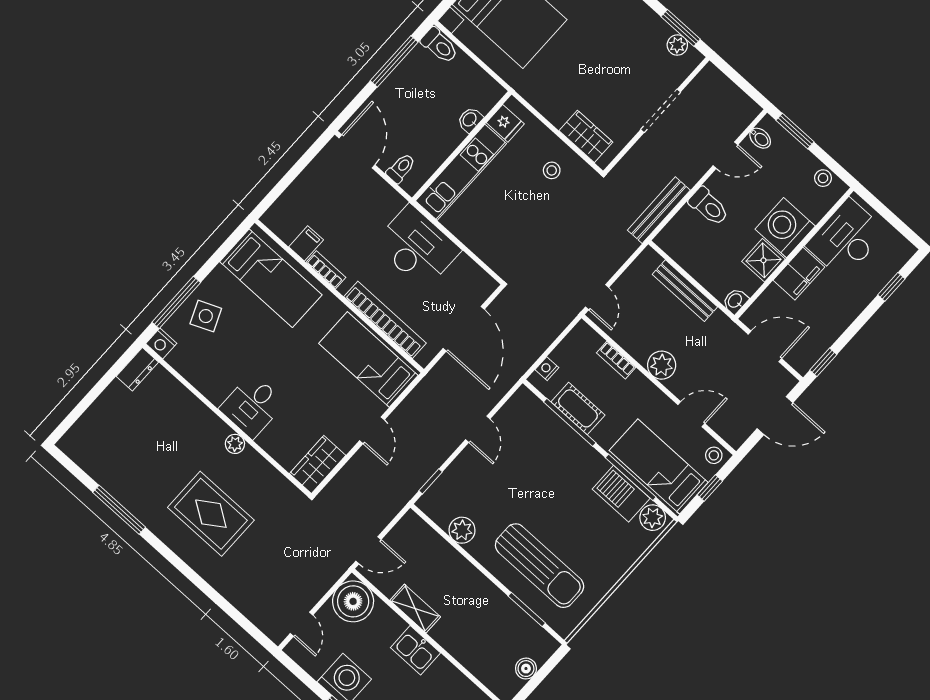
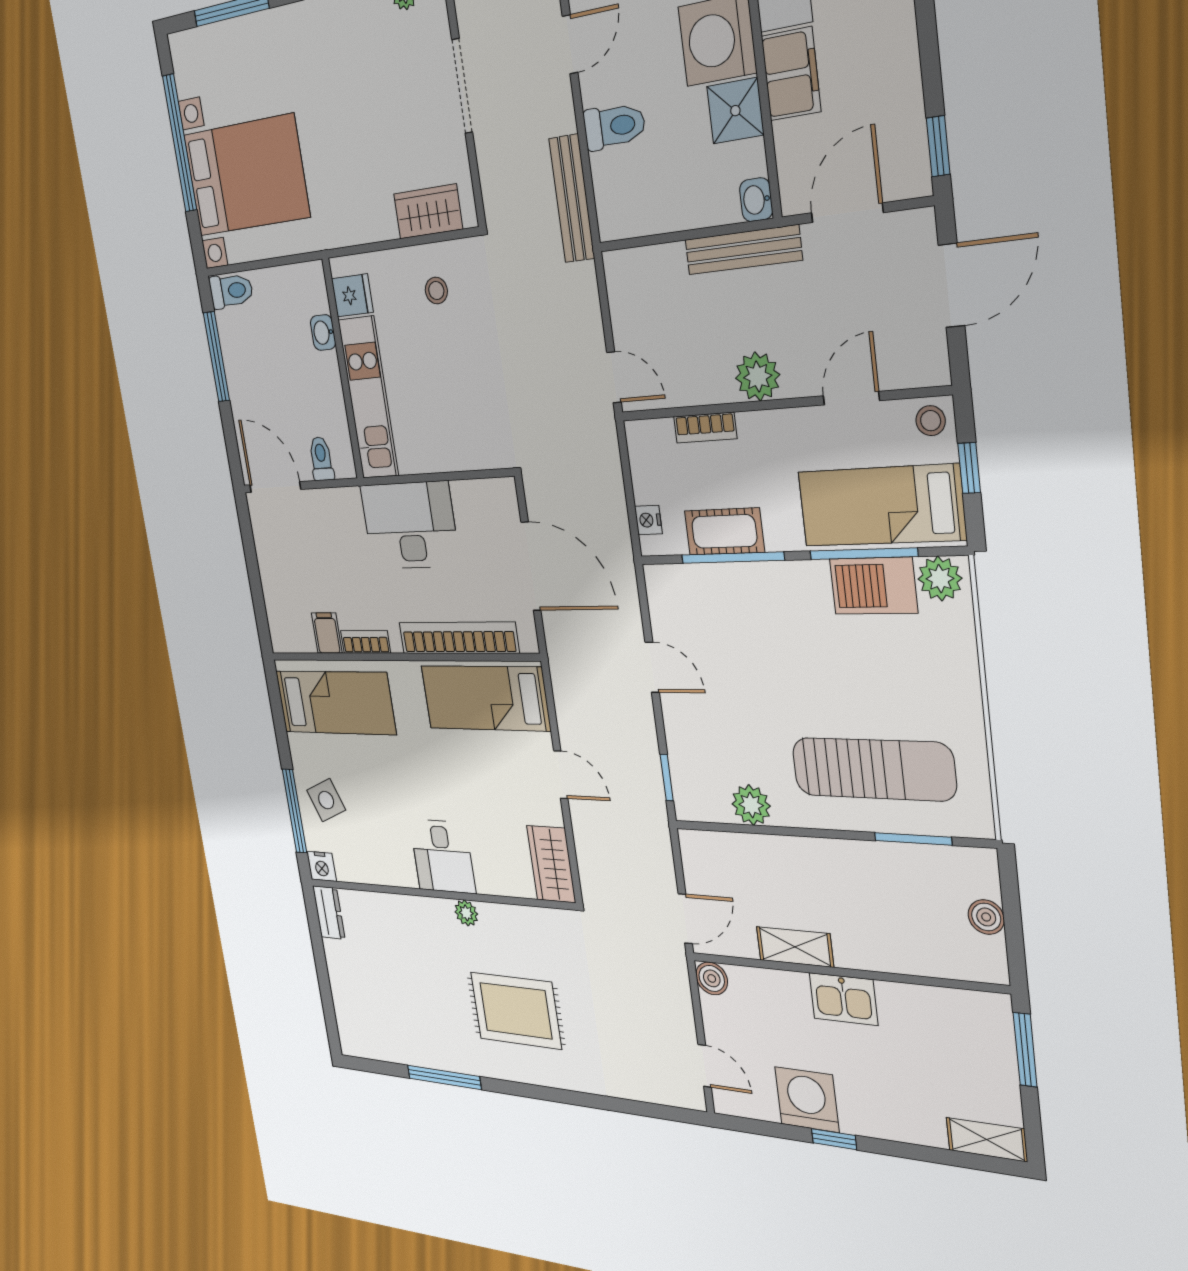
bench: (685, 291) -> (743, 250), moved
boiler: (353, 601) -> (712, 978), width x0.54, depth x0.54

